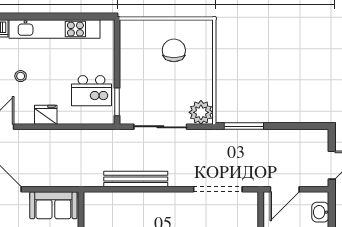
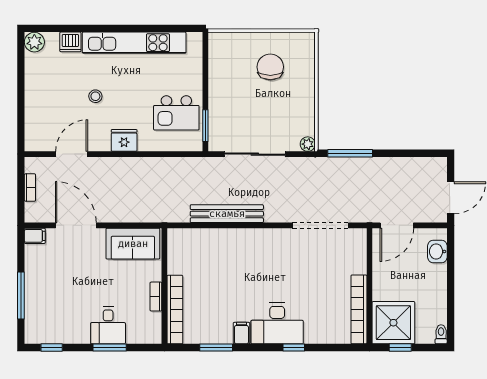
plant: (201, 112) -> (308, 144), width x0.53, depth x0.53

